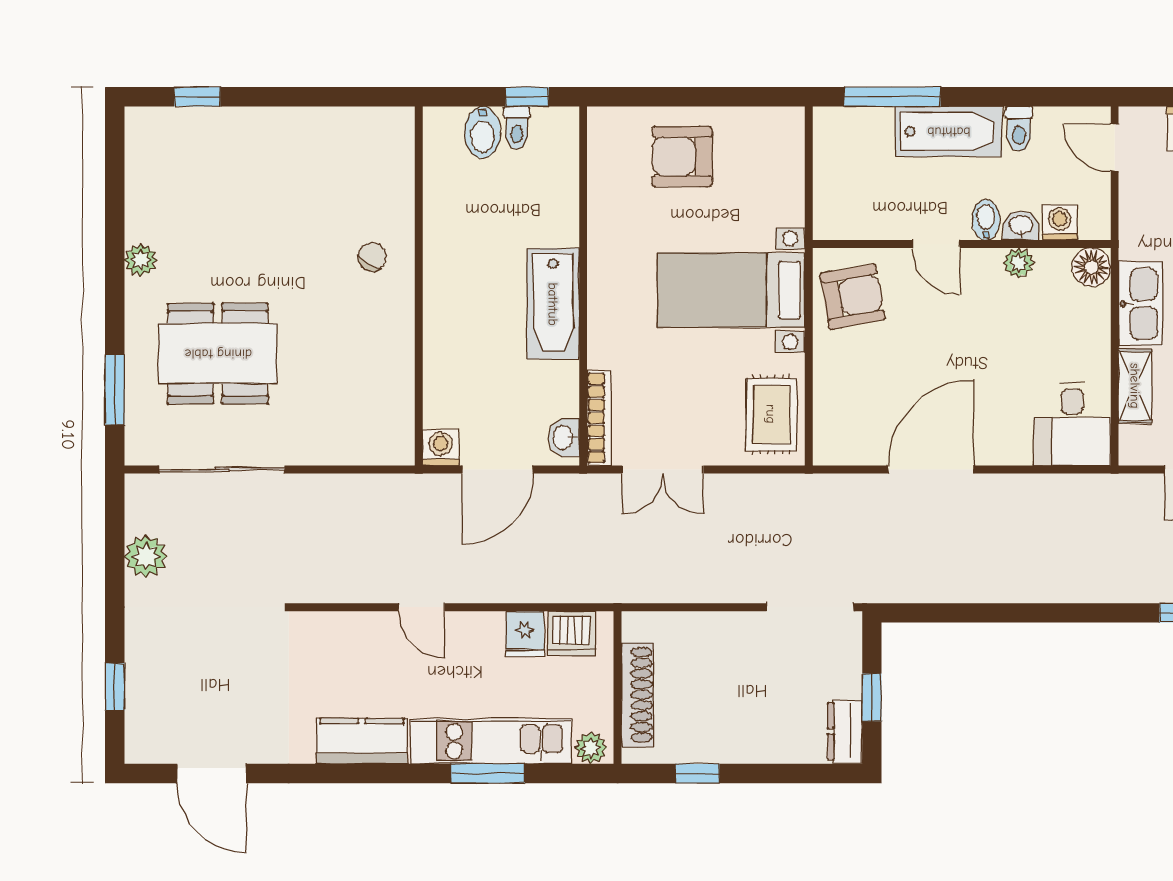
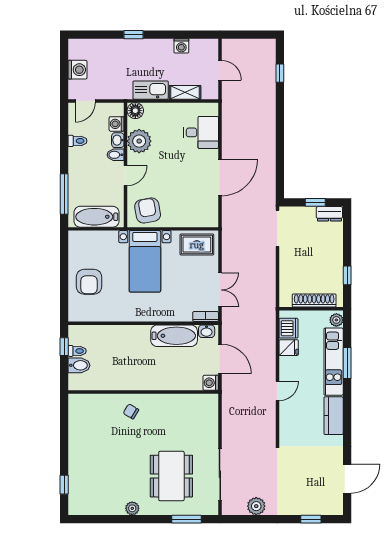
bathtub: (949, 132) -> (97, 217), moved, turned -90
plant: (1019, 263) -> (139, 141), width x1.88, depth x1.88
bathtub: (553, 304) -> (174, 336), moved
bookcase: (599, 418) -> (206, 317), width x0.64
desk: (1072, 424) -> (201, 132), moved
door: (931, 470) -> (220, 178), swing flipped

